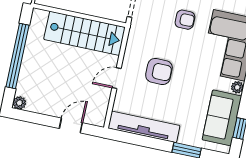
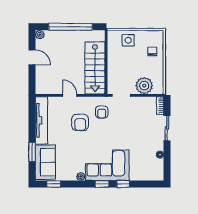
armchair: (185, 20) -> (102, 112), moved
sofa: (222, 118) -> (45, 162), moved, turned 90
door: (71, 126) -> (32, 57), moved

